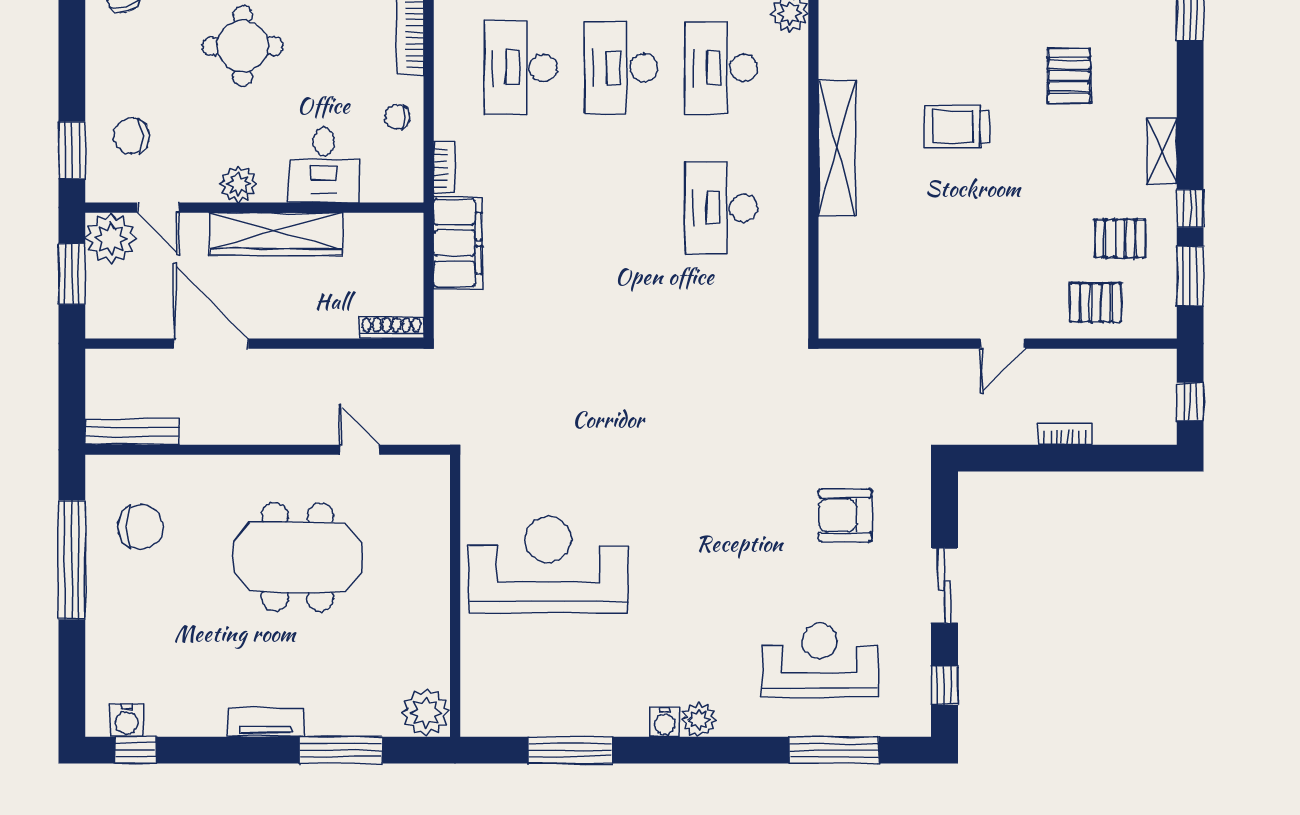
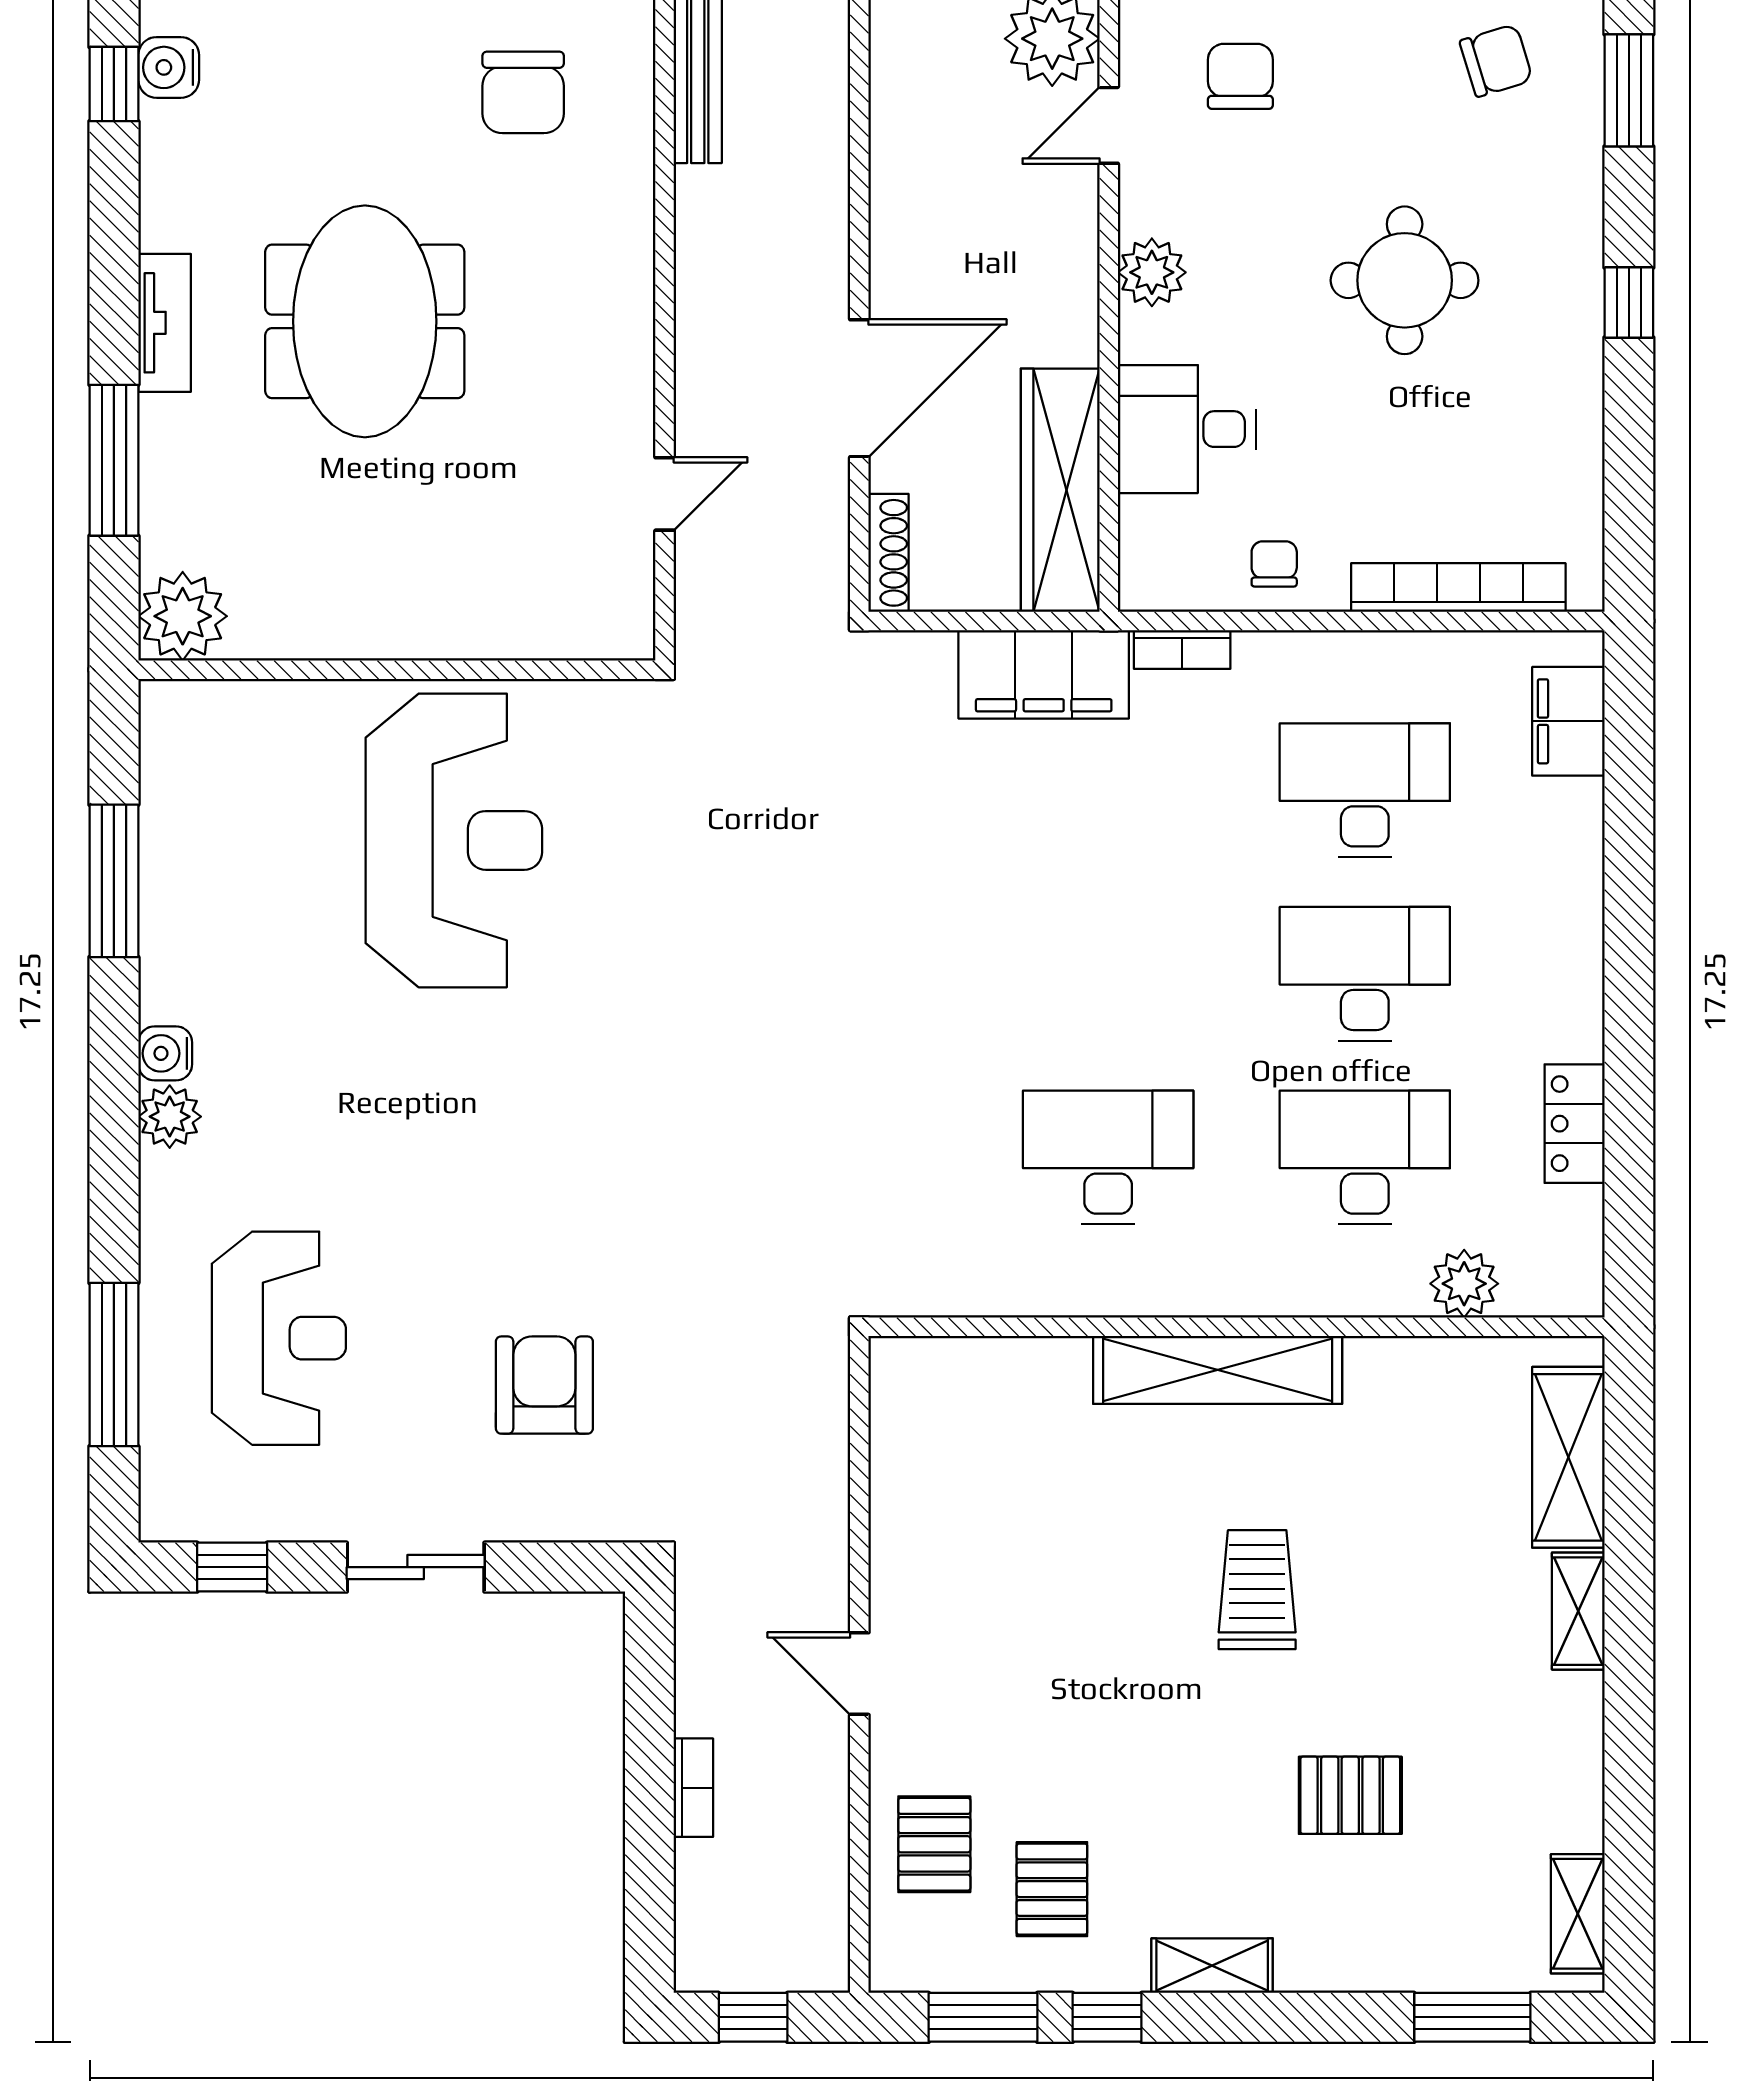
wardrobe: (276, 234) -> (1060, 490), moved
door: (211, 344) -> (859, 388), moved
meeting table: (297, 557) -> (365, 321), moved

